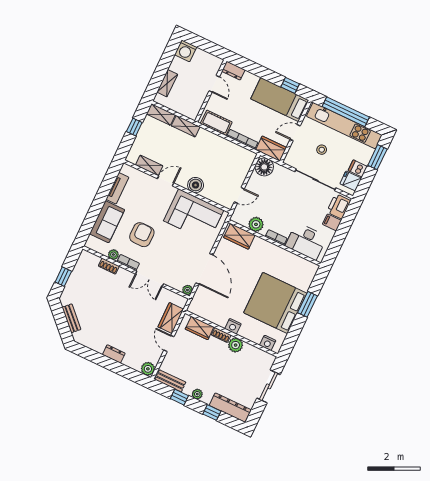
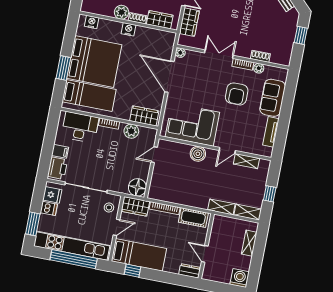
stool: (322, 150) -> (109, 208), moved
bed: (289, 270) -> (89, 96), added

